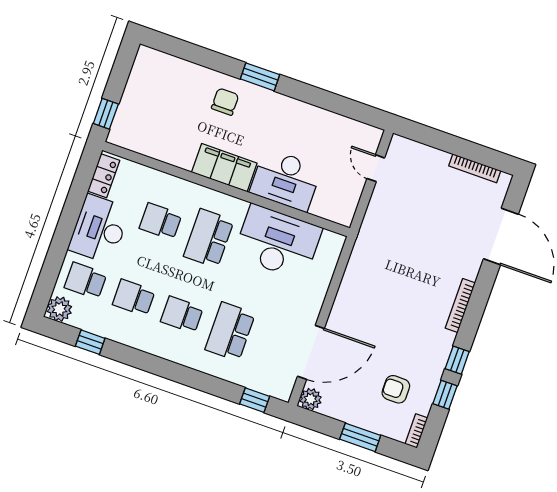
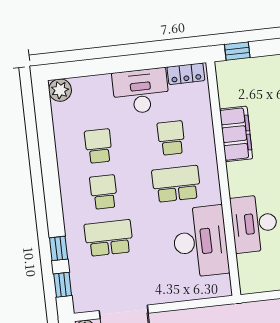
filing cabinet: (224, 168) -> (236, 134), moved
school desk: (86, 281) -> (93, 100), removed
window: (90, 342) -> (59, 248), moved

